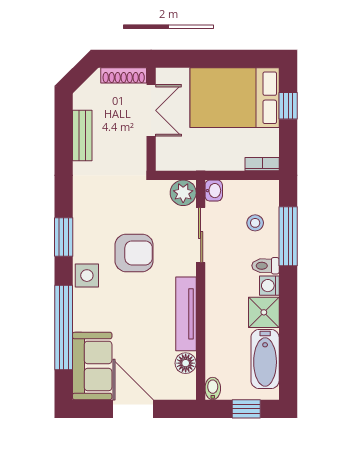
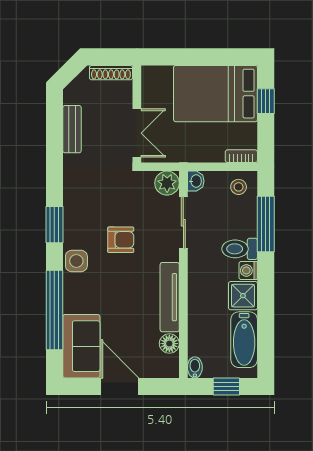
double door: (151, 110) -> (137, 133), moved
stool: (255, 223) -> (239, 187), moved
armchair: (134, 253) -> (121, 240), width x0.72, depth x0.72
toilet: (265, 266) -> (240, 249), width x1.37, depth x1.39

